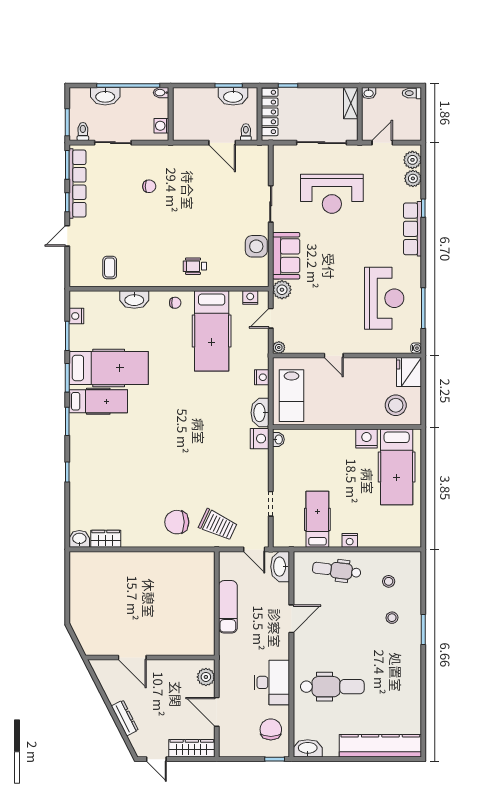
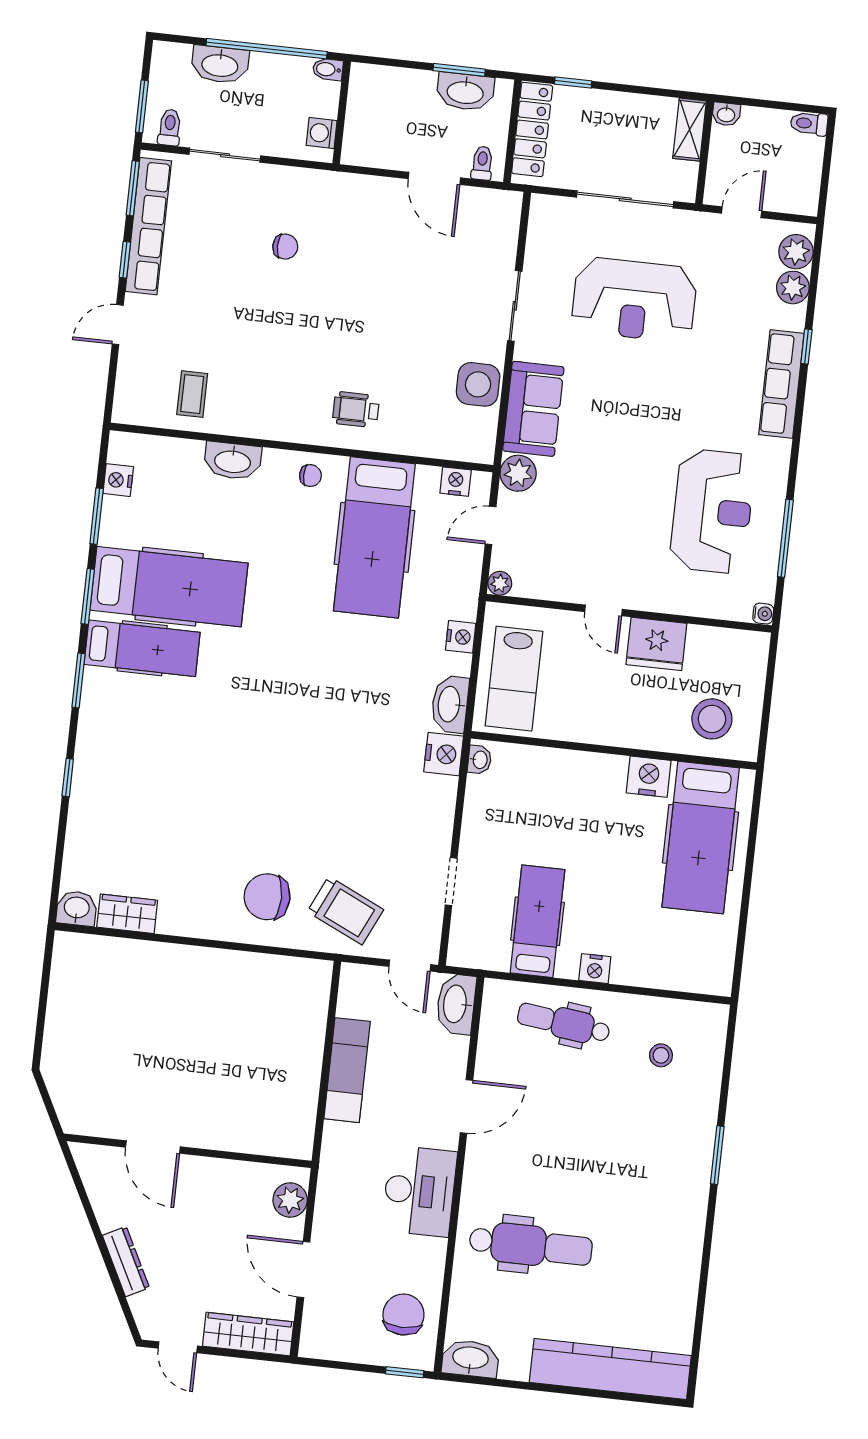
fridge: (409, 372) -> (656, 644), moved, turned -90
stool: (392, 618) -> (660, 1126), removed
desk: (272, 682) -> (419, 1191), moved

